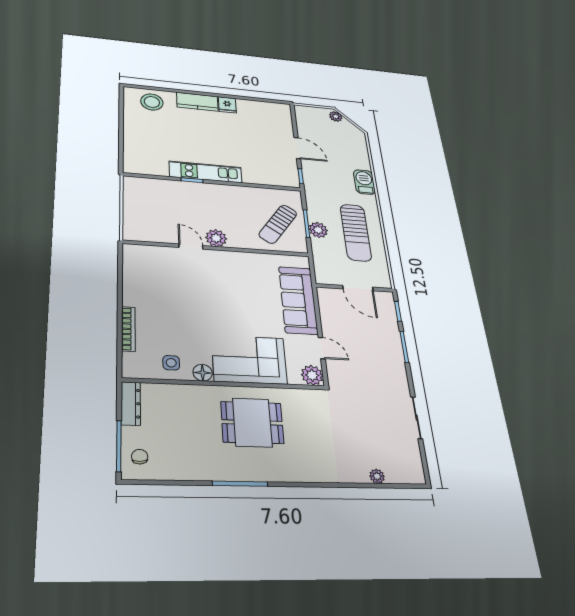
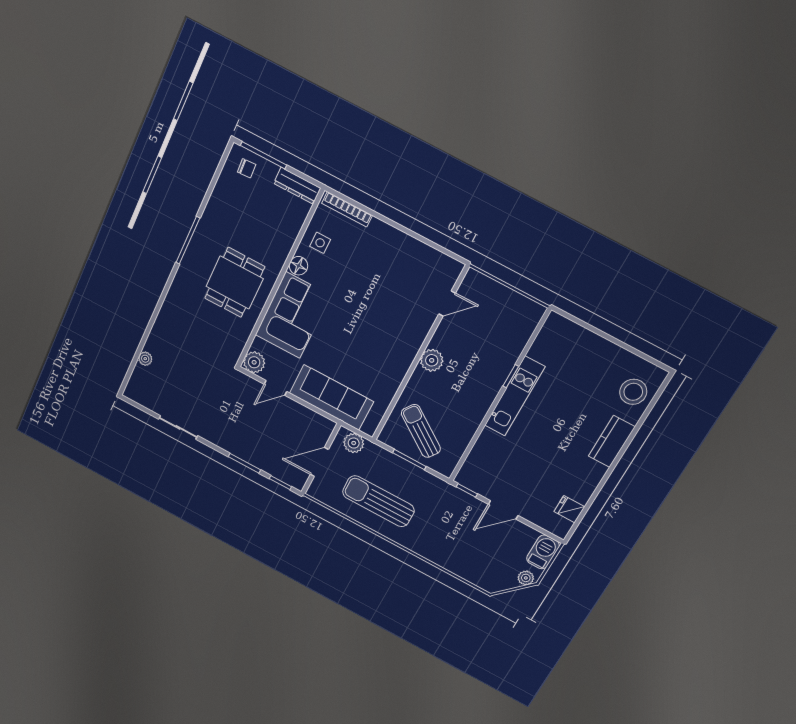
fridge: (227, 105) -> (569, 509), moved
barbecue: (364, 182) -> (543, 552), moved, turned -90
plant: (318, 230) -> (354, 443), moved
door: (191, 247) -> (447, 304), moved
bookcase: (128, 329) -> (347, 209), moved

